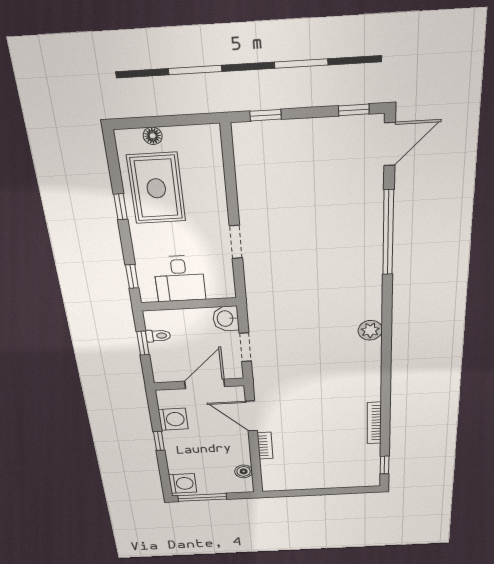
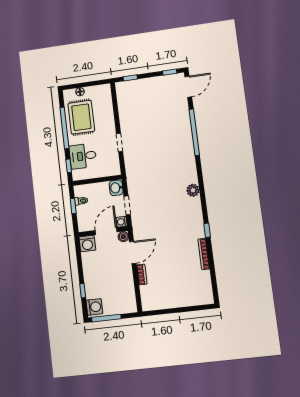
window: (121, 207) -> (64, 128), width x3.17
desk: (180, 279) -> (83, 156), moved, turned 90
washing machine: (234, 371) -> (122, 222), added
door: (251, 416) -> (133, 253), swing flipped
washing machine: (173, 419) -> (87, 244), moved, turned 90
window: (159, 441) -> (83, 291), moved
window: (385, 465) -> (207, 230), moved
boiler: (244, 471) -> (123, 237), moved

